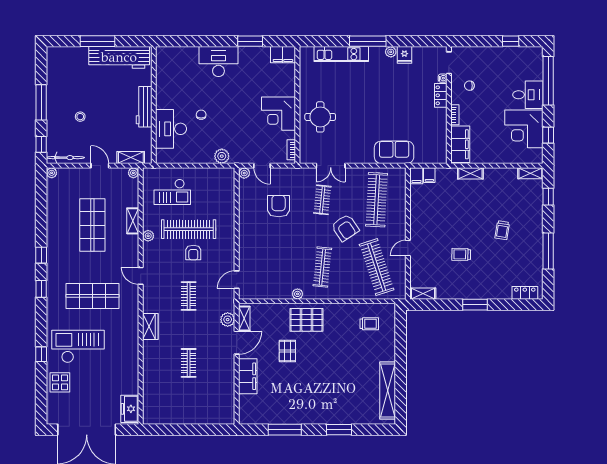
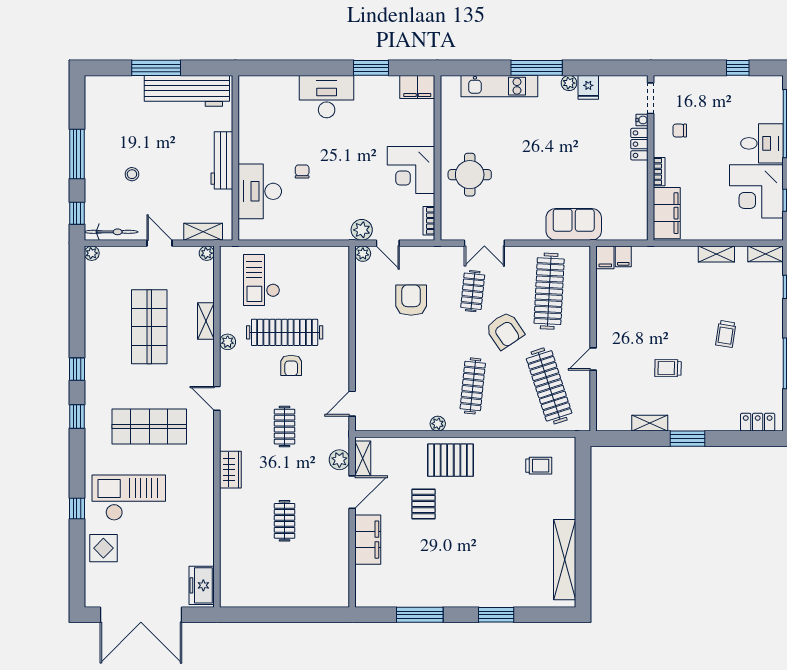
plant: (222, 156) -> (362, 230), moved
shelving: (470, 173) -> (716, 254), moved
checkout: (172, 192) -> (262, 280), turned 90
shelving: (423, 294) -> (650, 423), moved

